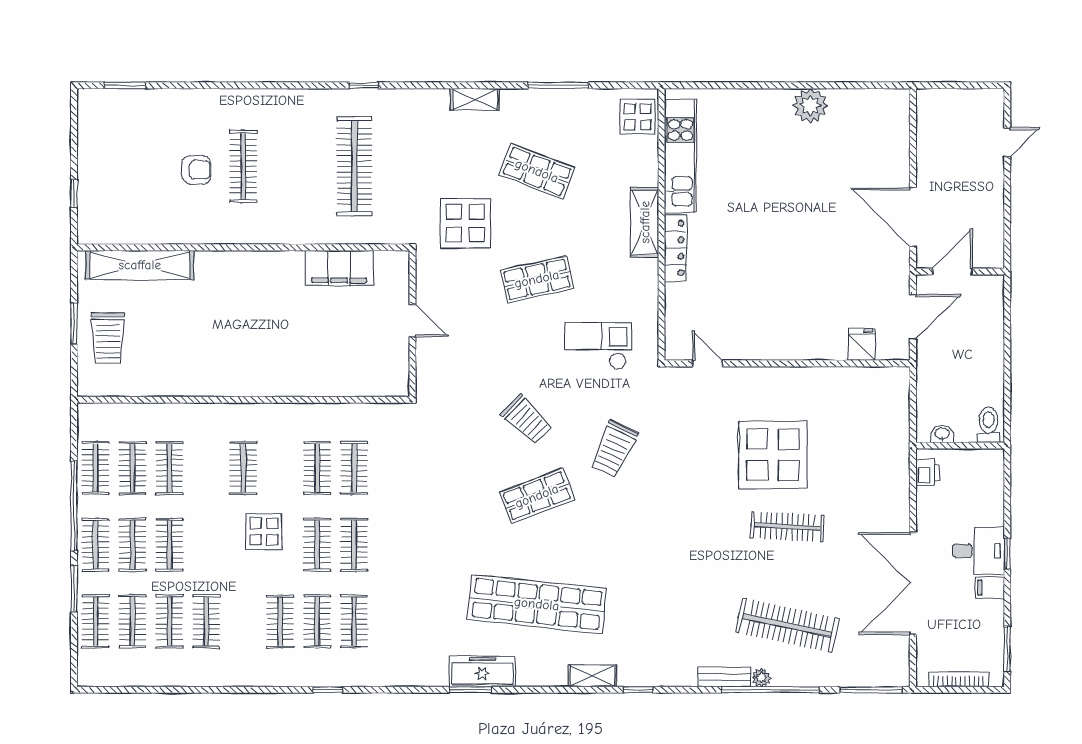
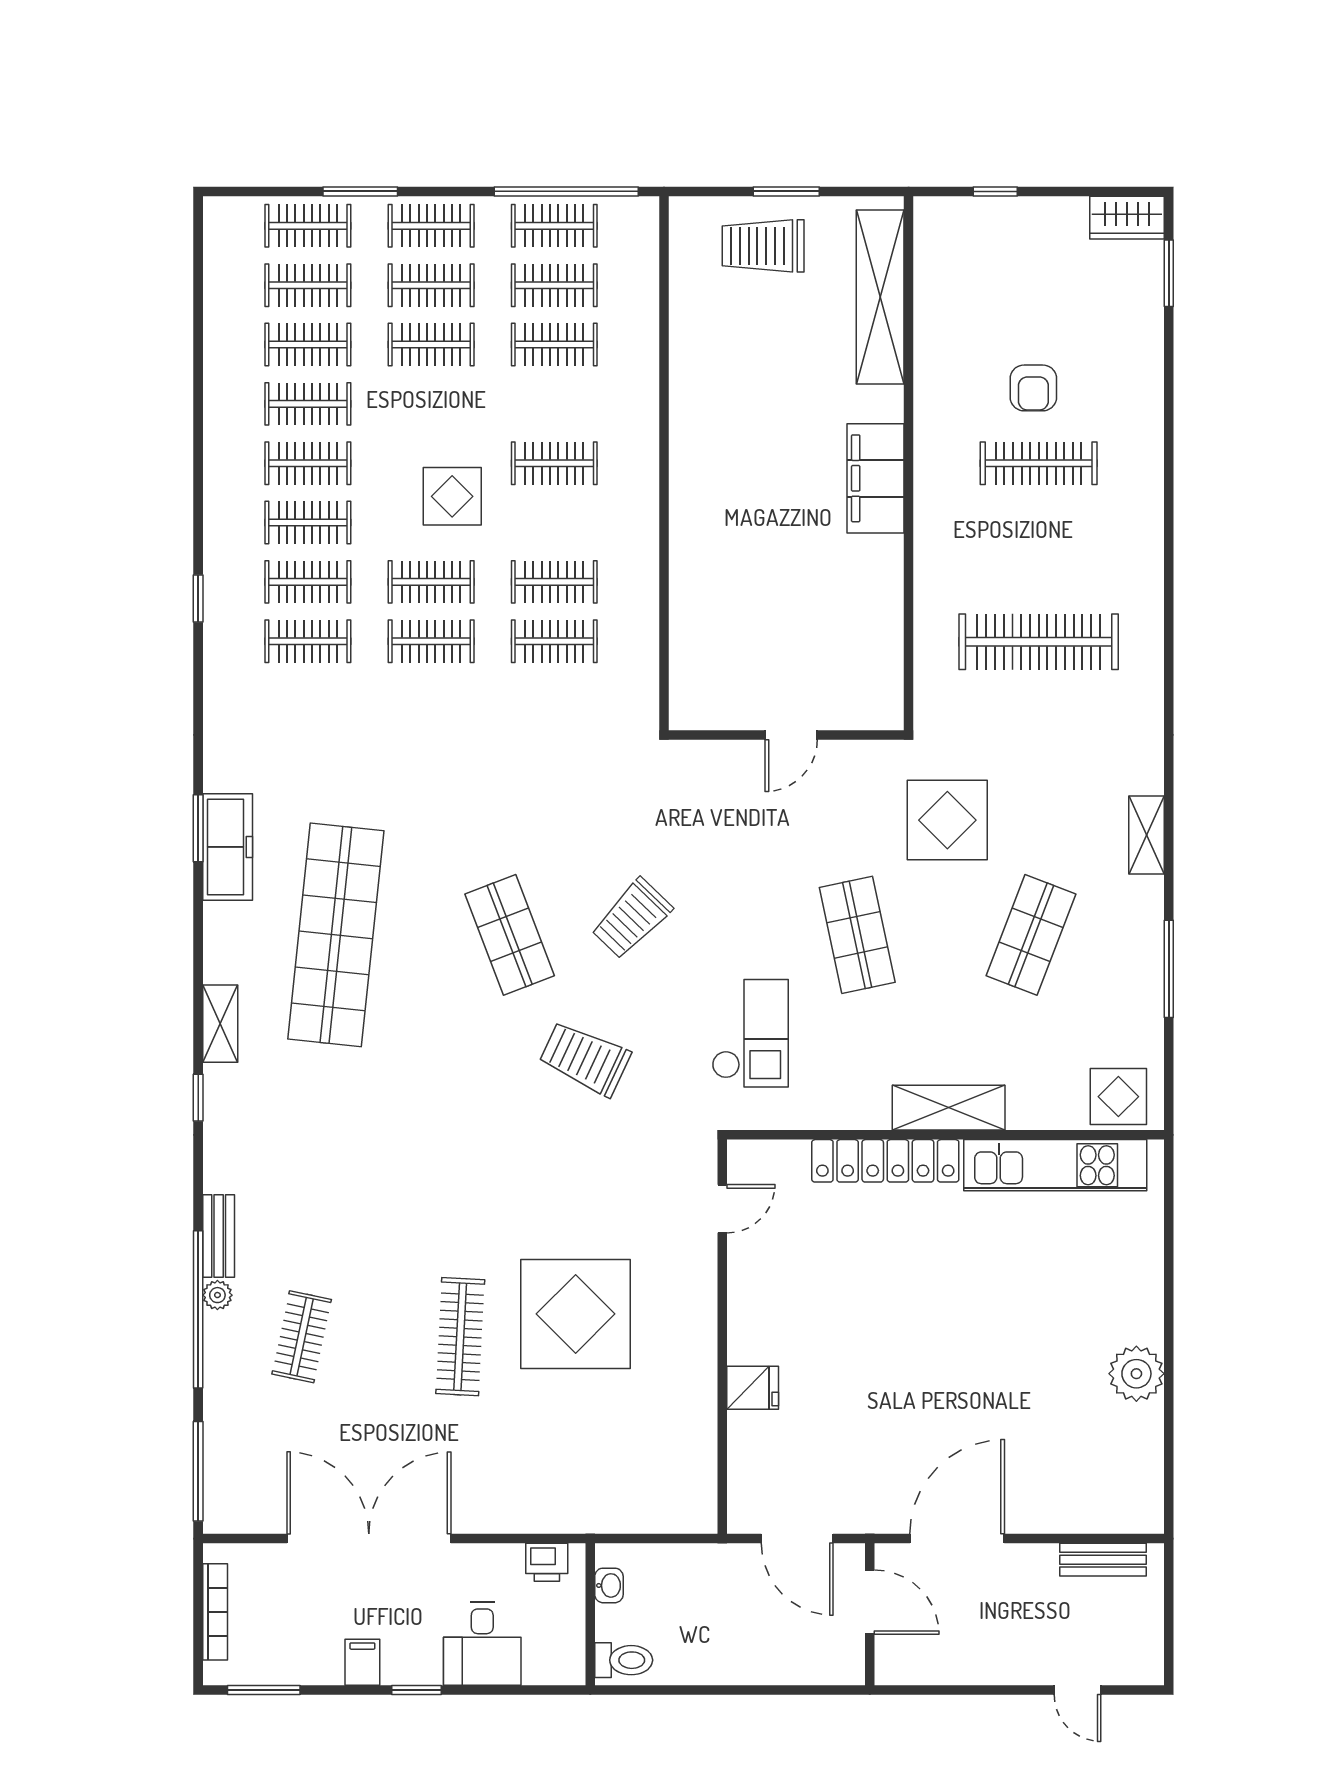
window: (364, 85) -> (1169, 657), removed
wardrobe: (90, 111) -> (1127, 218), added
bench: (926, 126) -> (1103, 1560), added
locker: (675, 248) -> (885, 1161), width x1.41, depth x1.21
filing cabinet: (339, 268) -> (876, 478), moved
fridge: (862, 344) -> (753, 1388), moved
window: (74, 506) -> (566, 191), moved
desk: (978, 551) -> (482, 1644), moved
clothes rail: (243, 621) -> (308, 463), added
clothes rail: (787, 625) -> (302, 1337), width x0.54, depth x0.76

